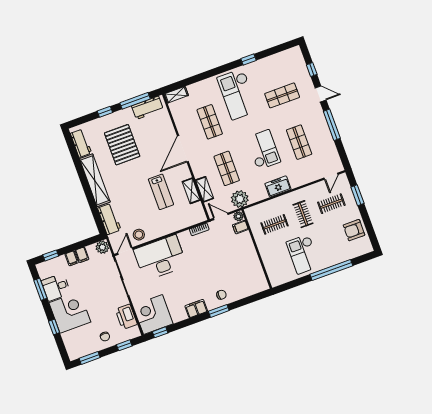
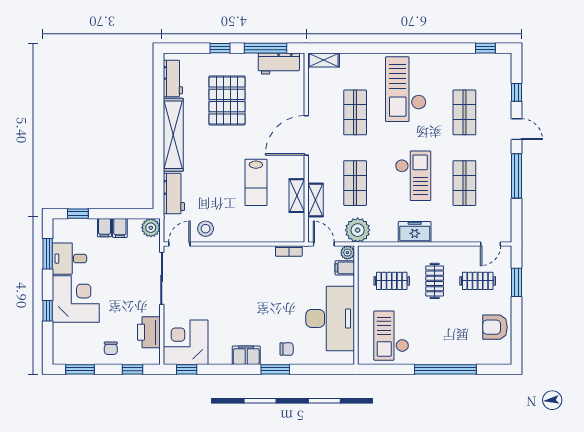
window: (248, 60) -> (485, 48), moved
shop shelf: (282, 95) -> (464, 112), turned 90
checkout: (303, 254) -> (391, 336), moved
desk: (160, 258) -> (330, 318), moved, turned 90

